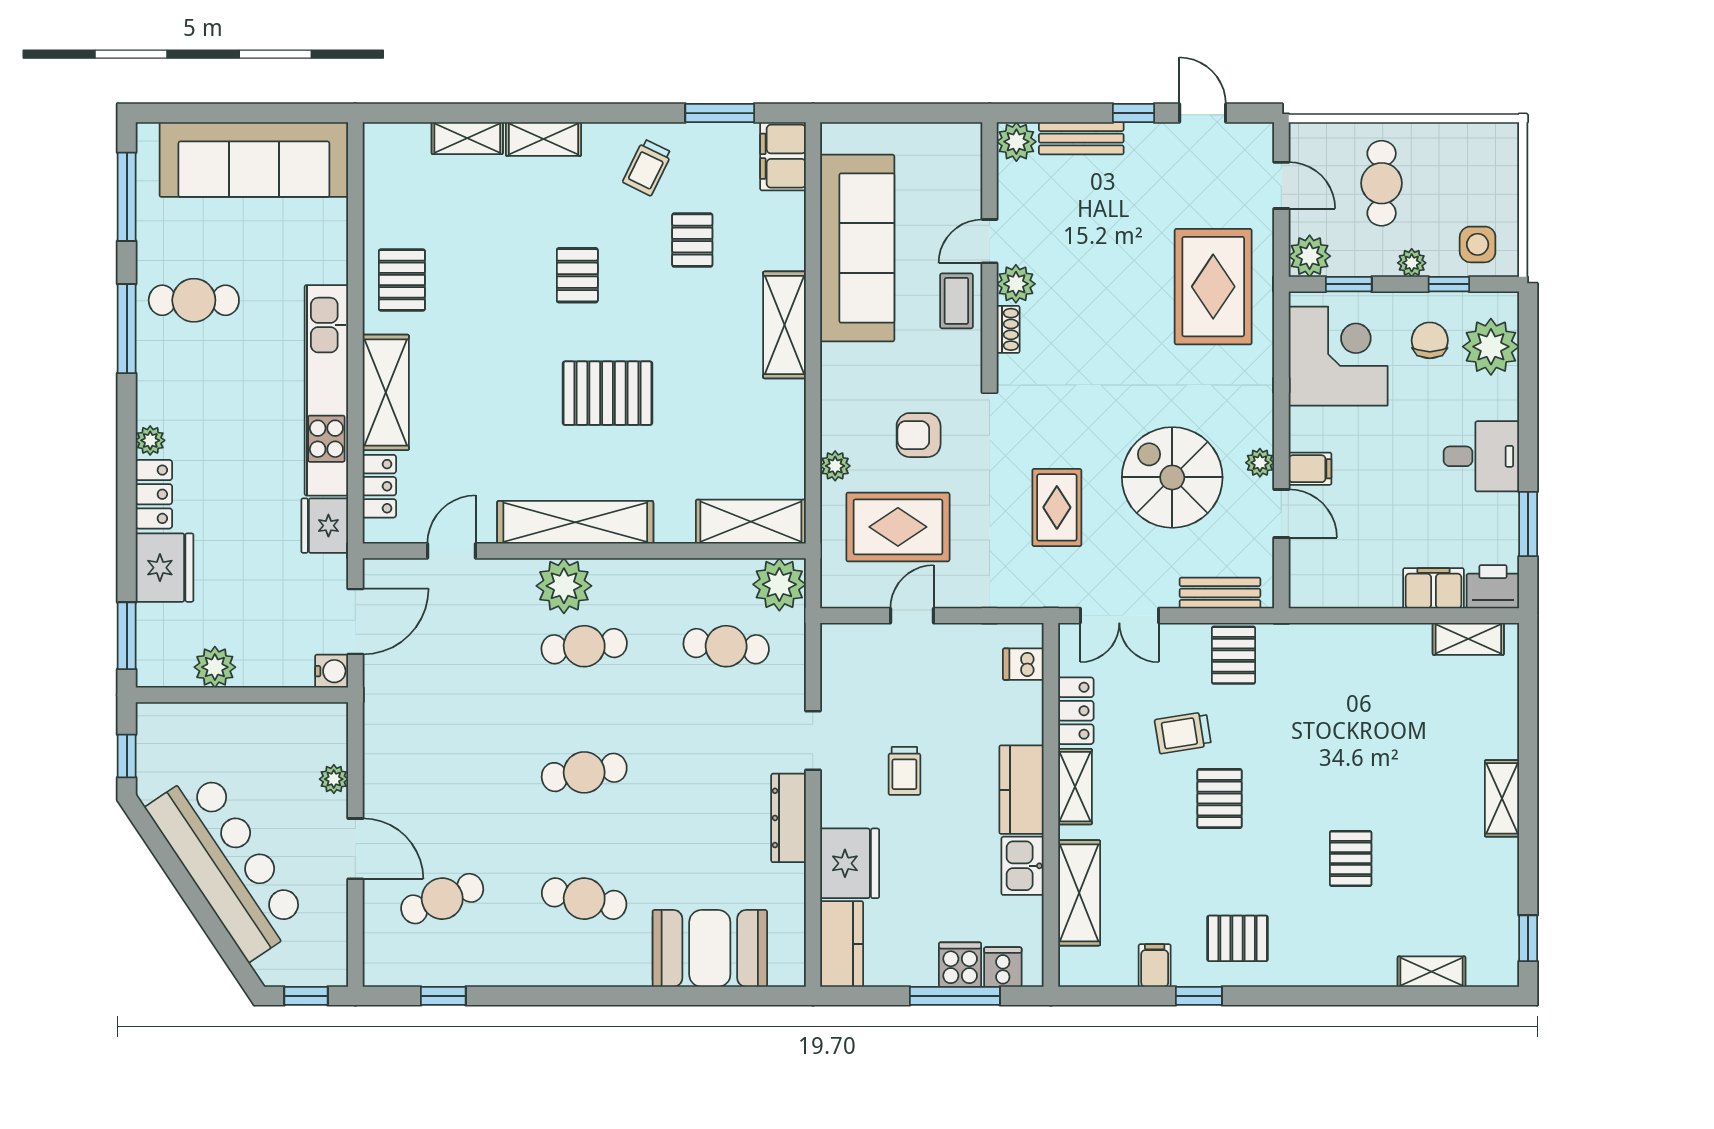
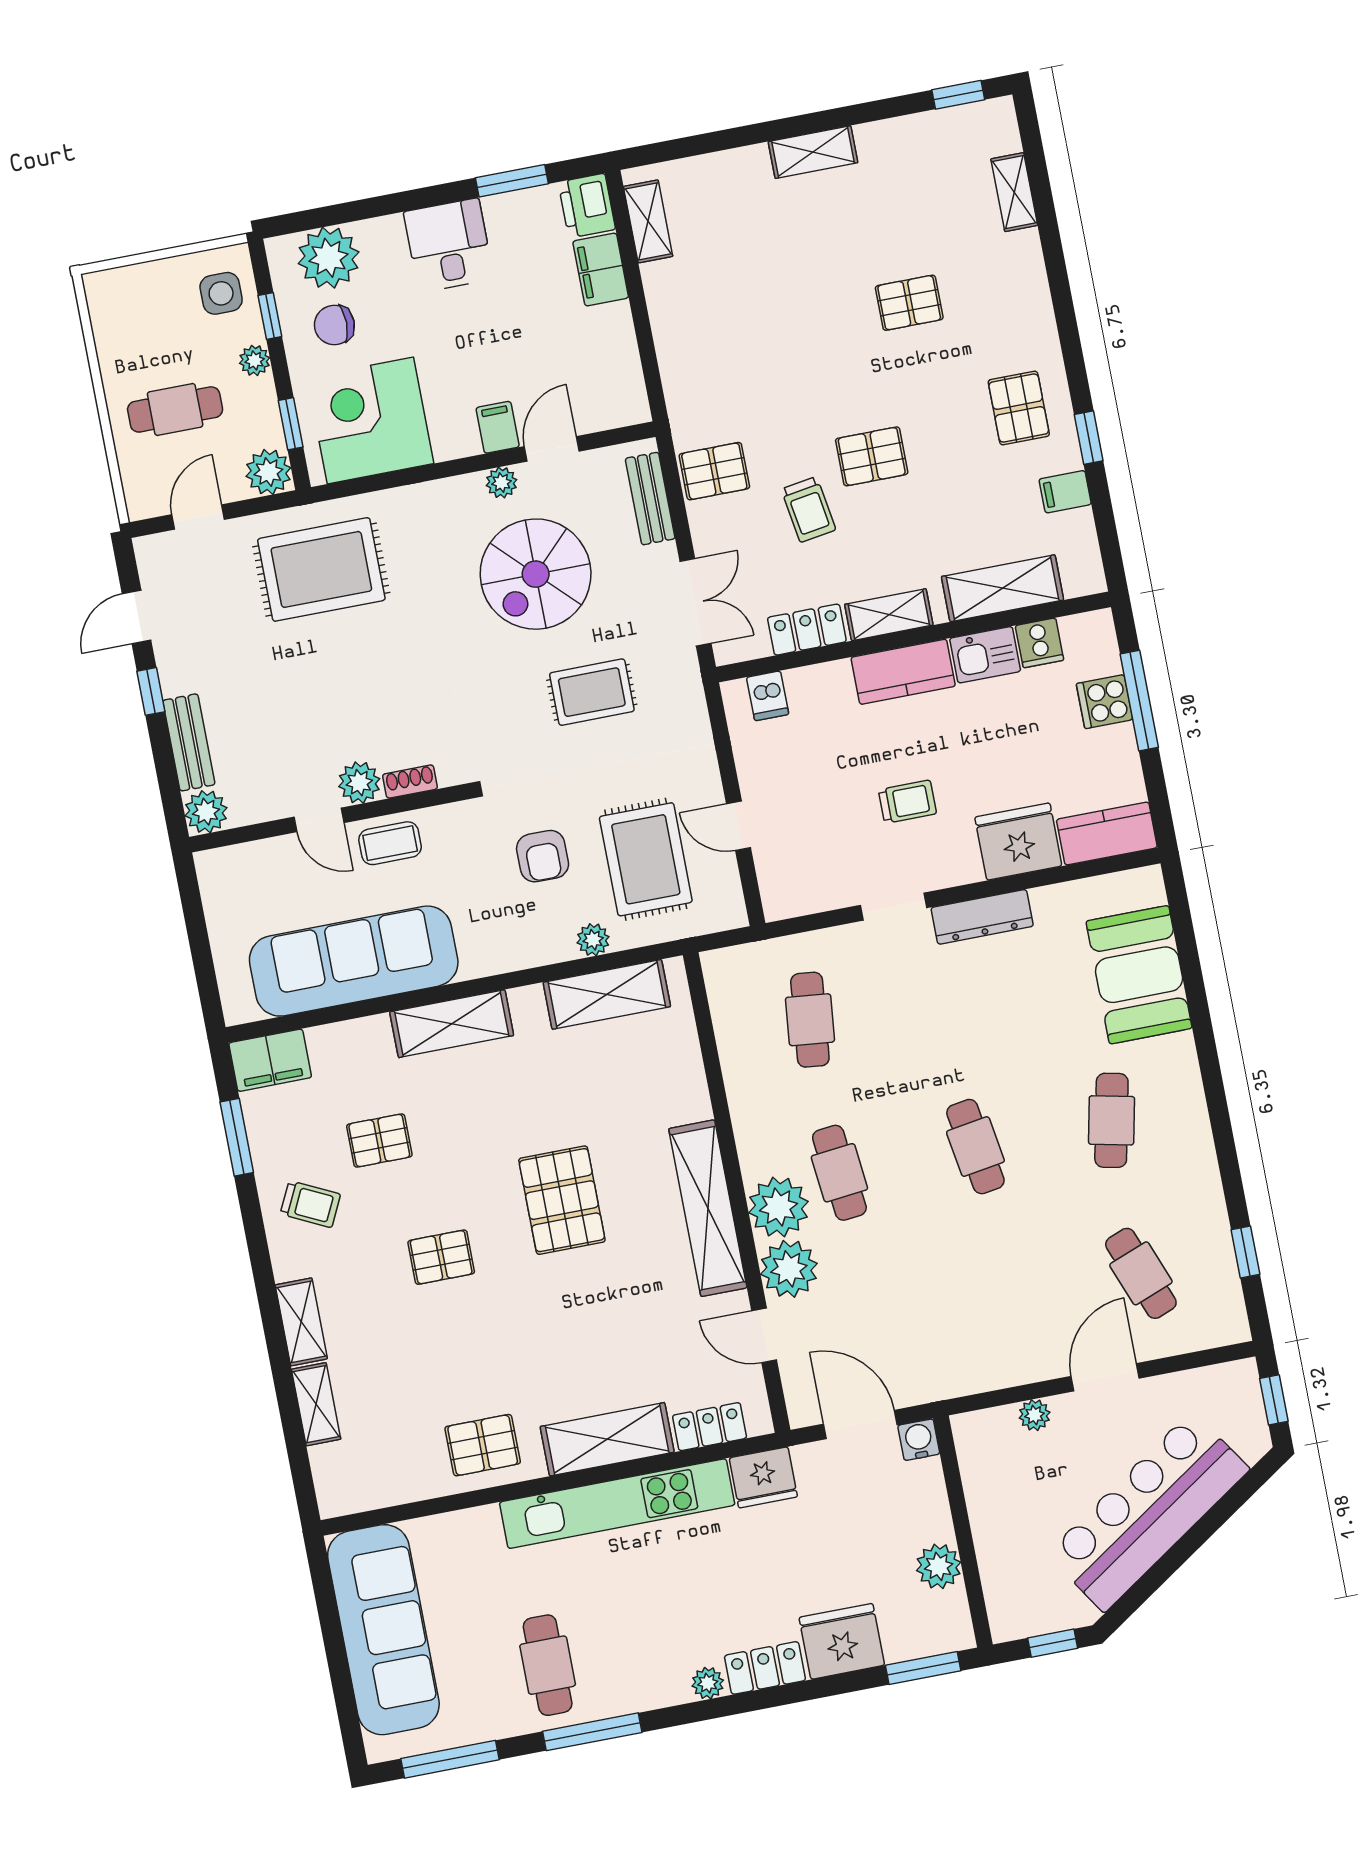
shelving: (751, 522) -> (607, 994), moved, turned 90
plant: (779, 584) -> (789, 1269), moved
cooker: (1003, 967) -> (1039, 643), moved, turned -90

